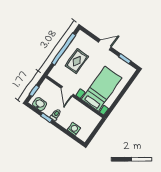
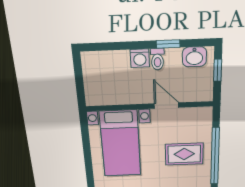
rug: (77, 61) -> (184, 154), turned 90
washing machine: (74, 129) -> (140, 58), moved

